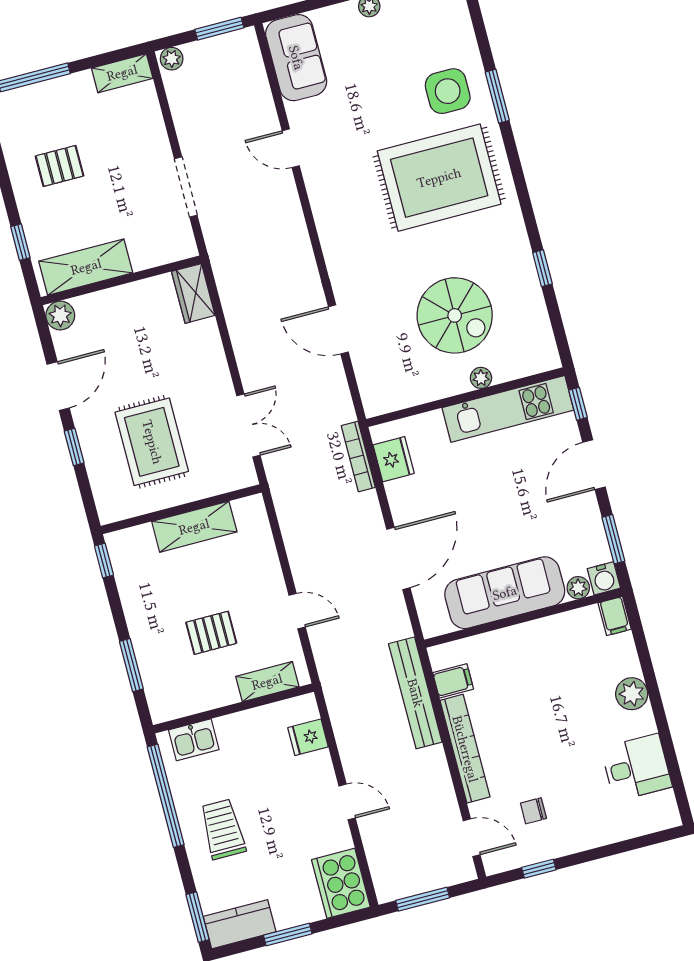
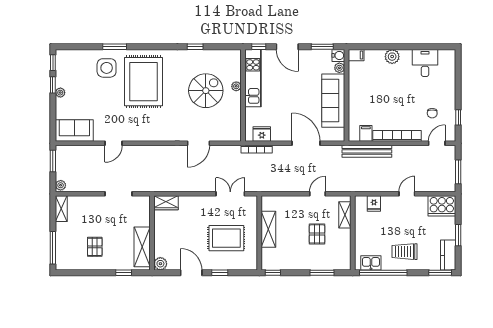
kitchen sink: (194, 740) -> (371, 263), moved, turned -90

